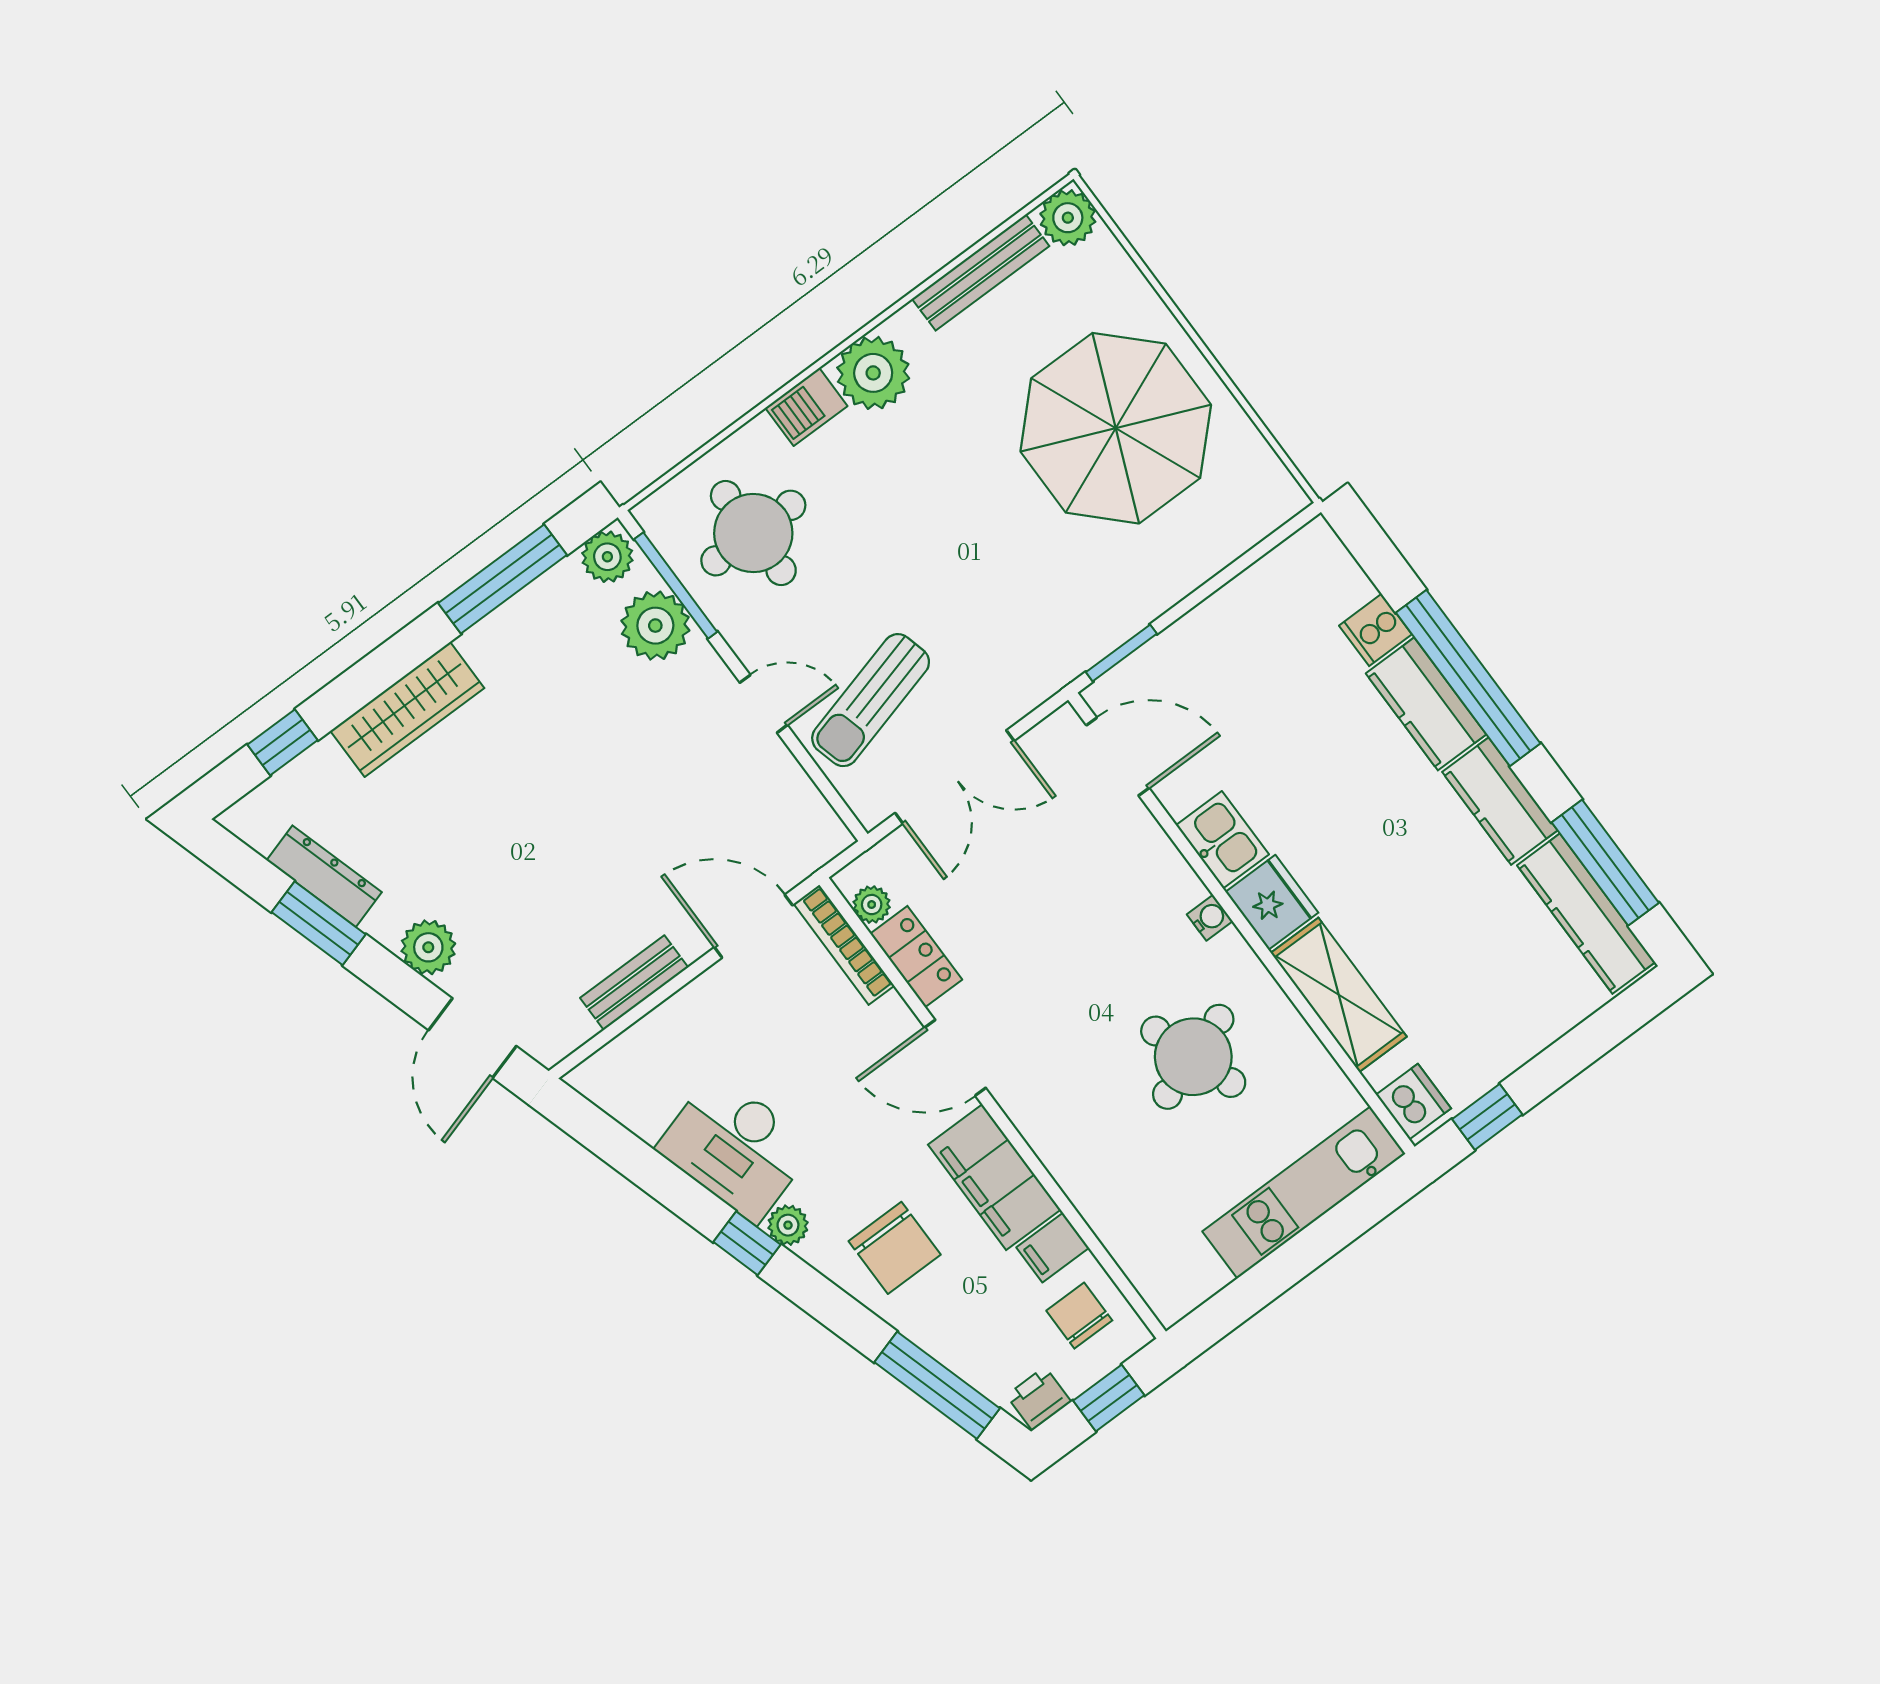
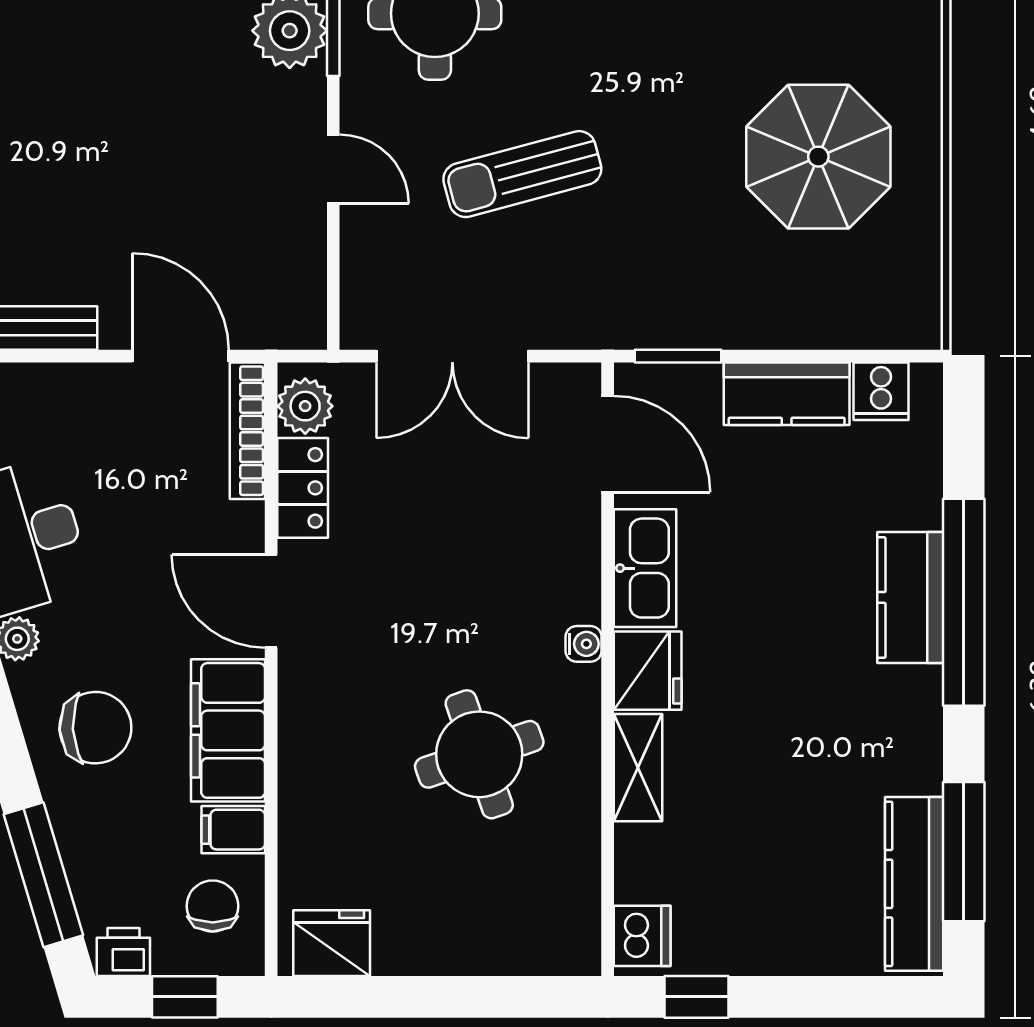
parasol: (1116, 428) -> (818, 157), width x0.73, depth x0.73
cooker: (1375, 630) -> (881, 391), moved, turned -90
sun lounger: (871, 700) -> (522, 174), moved
kitchen counter: (1500, 801) -> (787, 394), moved, turned -90
kitchen sink: (1222, 840) -> (645, 568), width x1.38
plant: (872, 905) -> (305, 406), width x1.38, depth x1.38
shelving: (1339, 995) -> (638, 768), width x0.67, depth x0.75
kitchen unit: (1304, 1193) -> (488, 944), removed
chair: (895, 1248) -> (95, 728), turned -93
fridge: (1188, 1278) -> (332, 943), added

